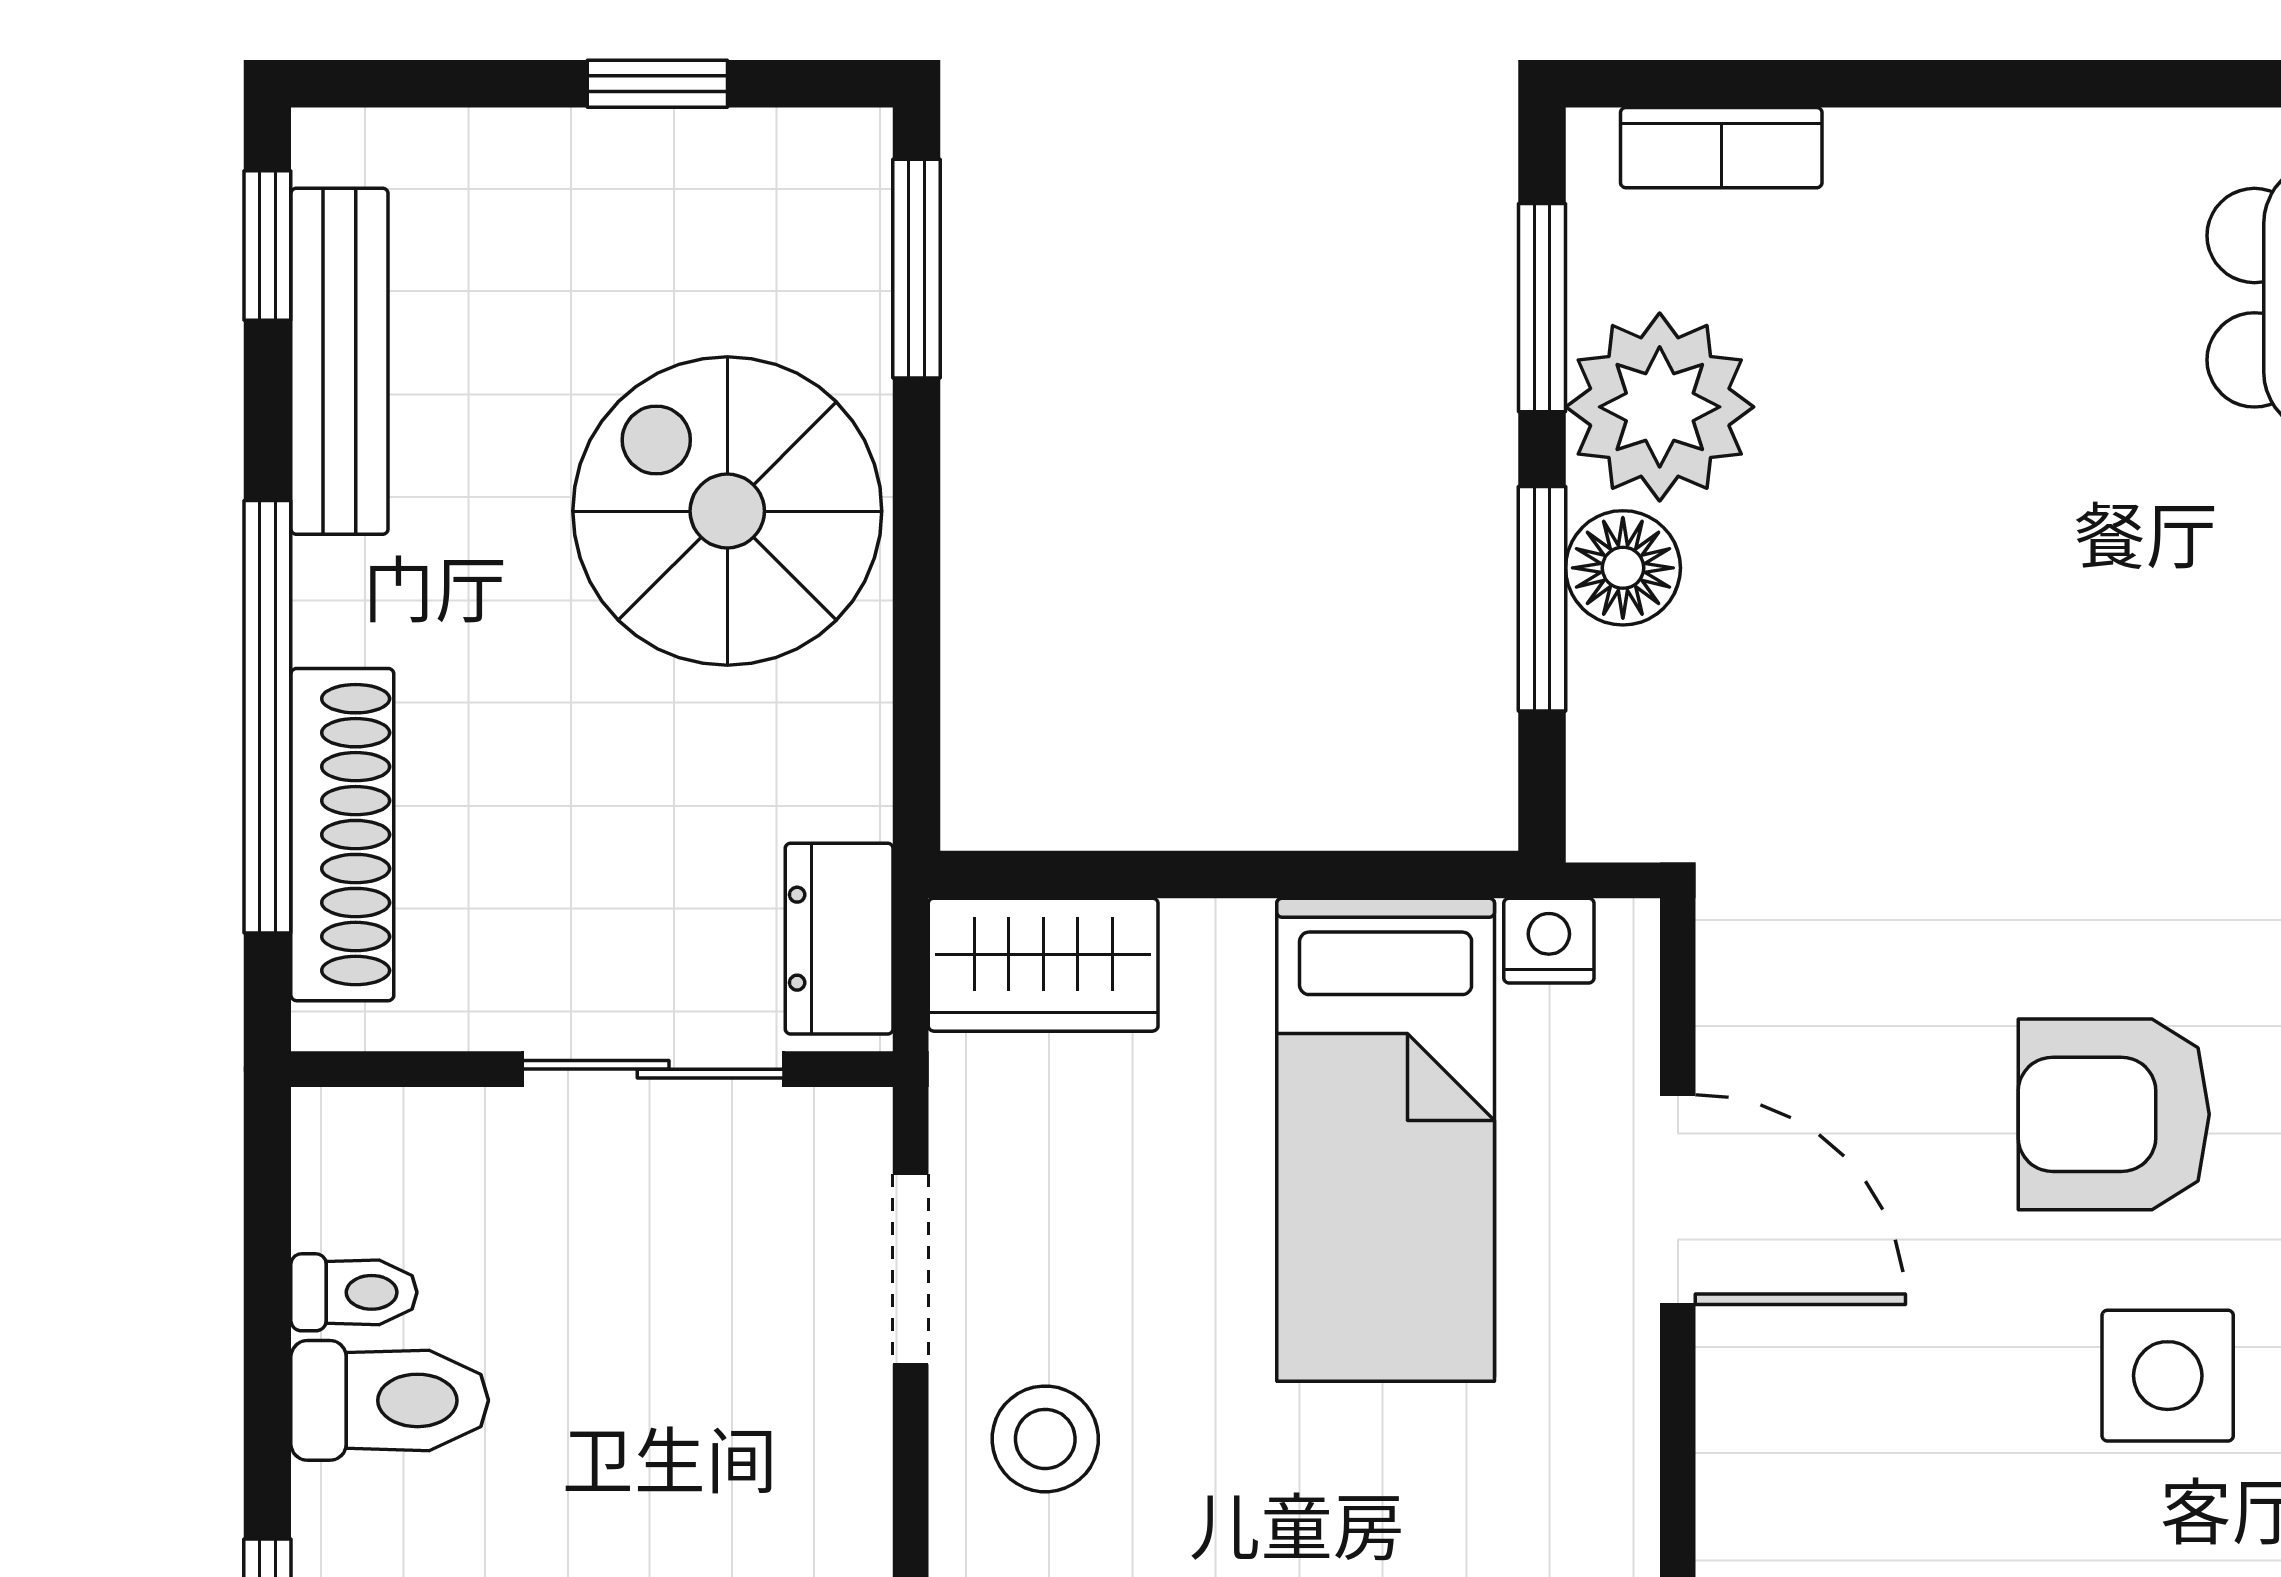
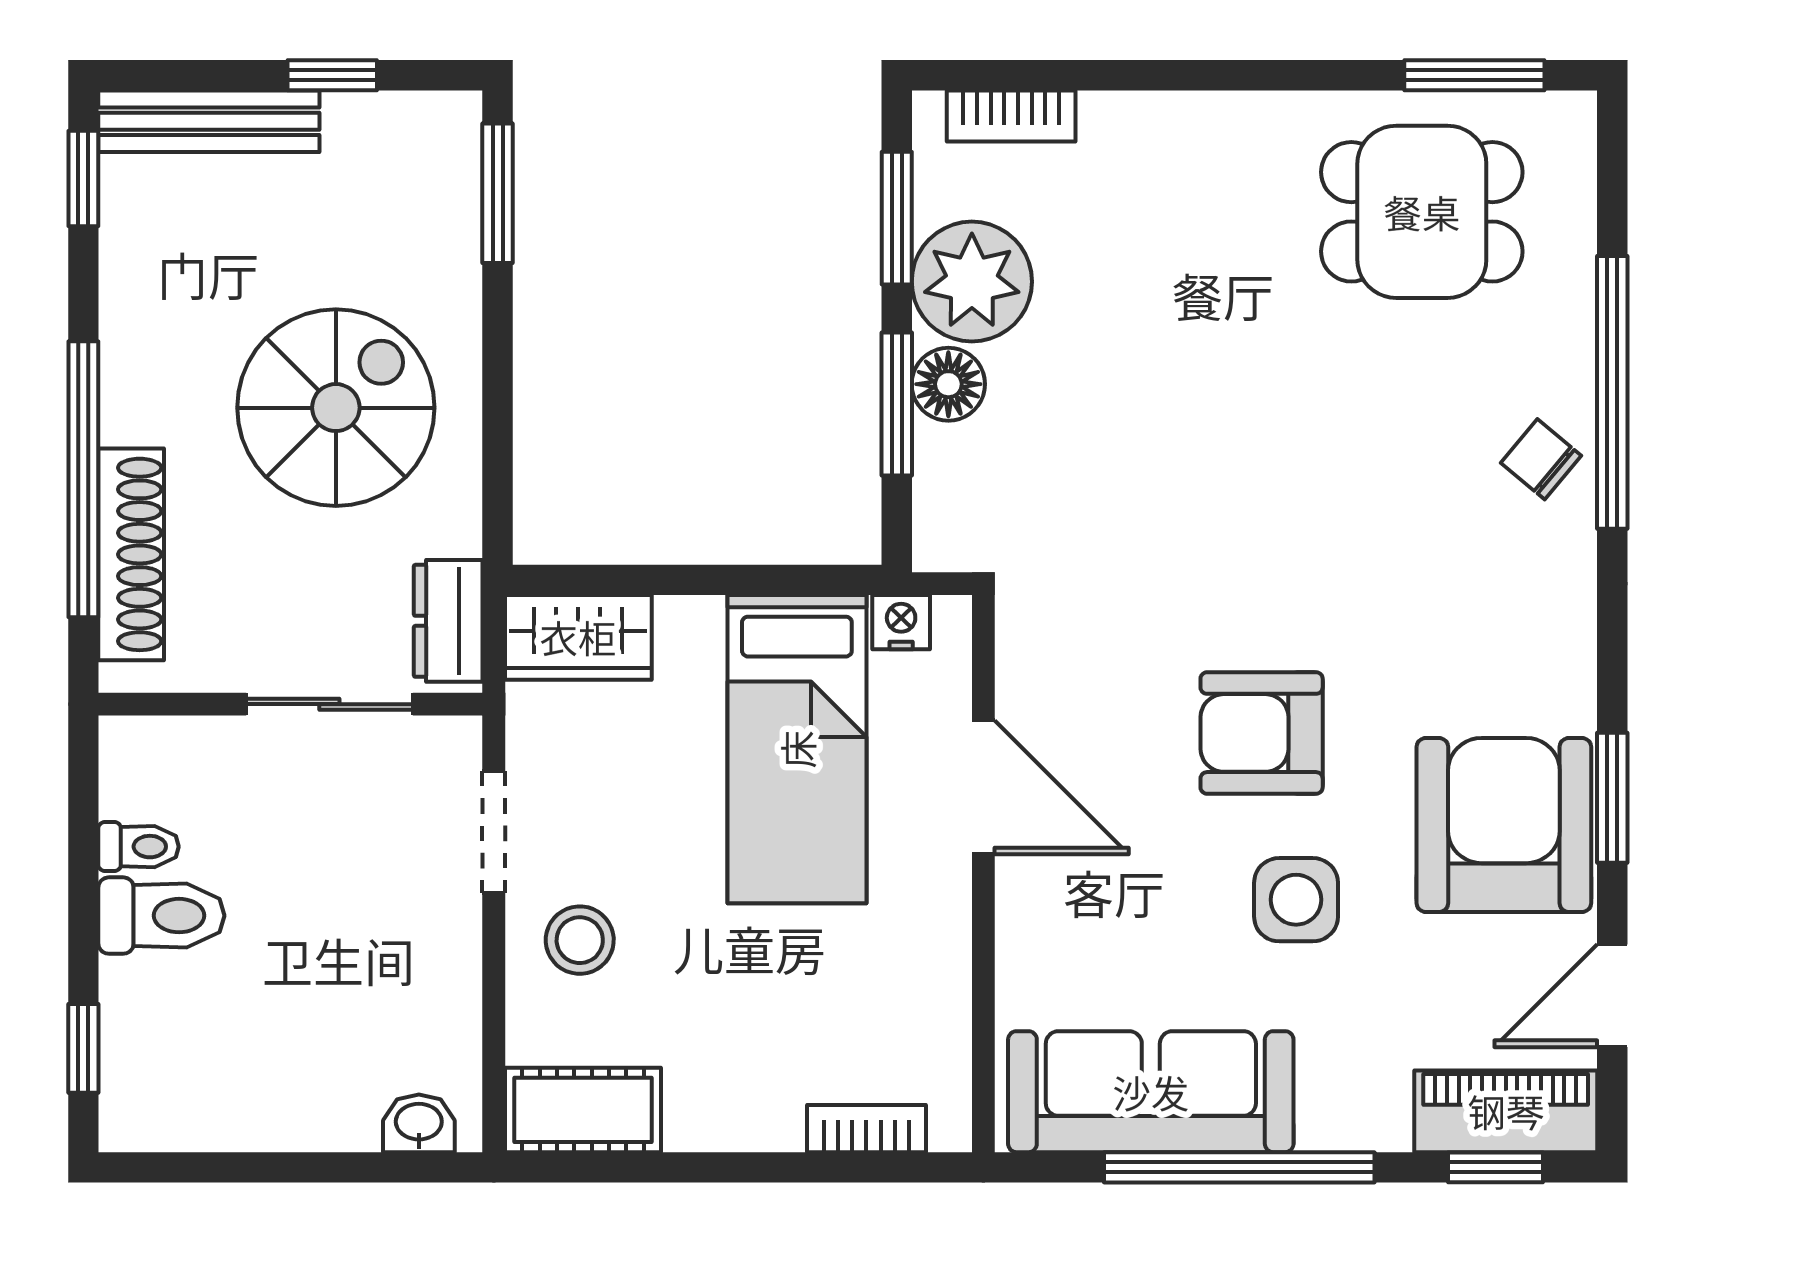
bench: (339, 361) -> (209, 121), moved, turned 90
spiral stairs: (727, 511) -> (336, 408), moved, turned 90

